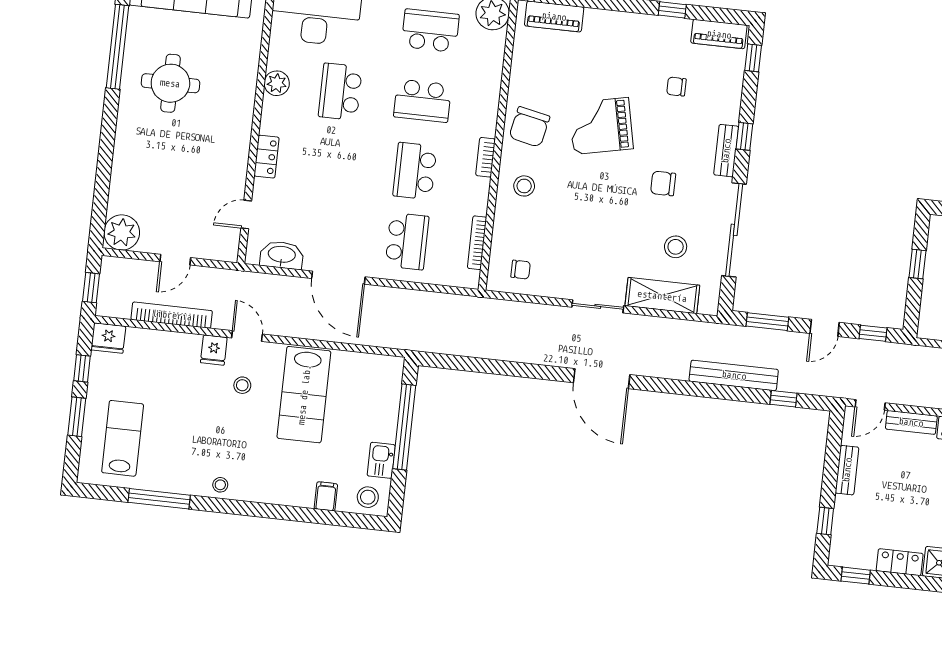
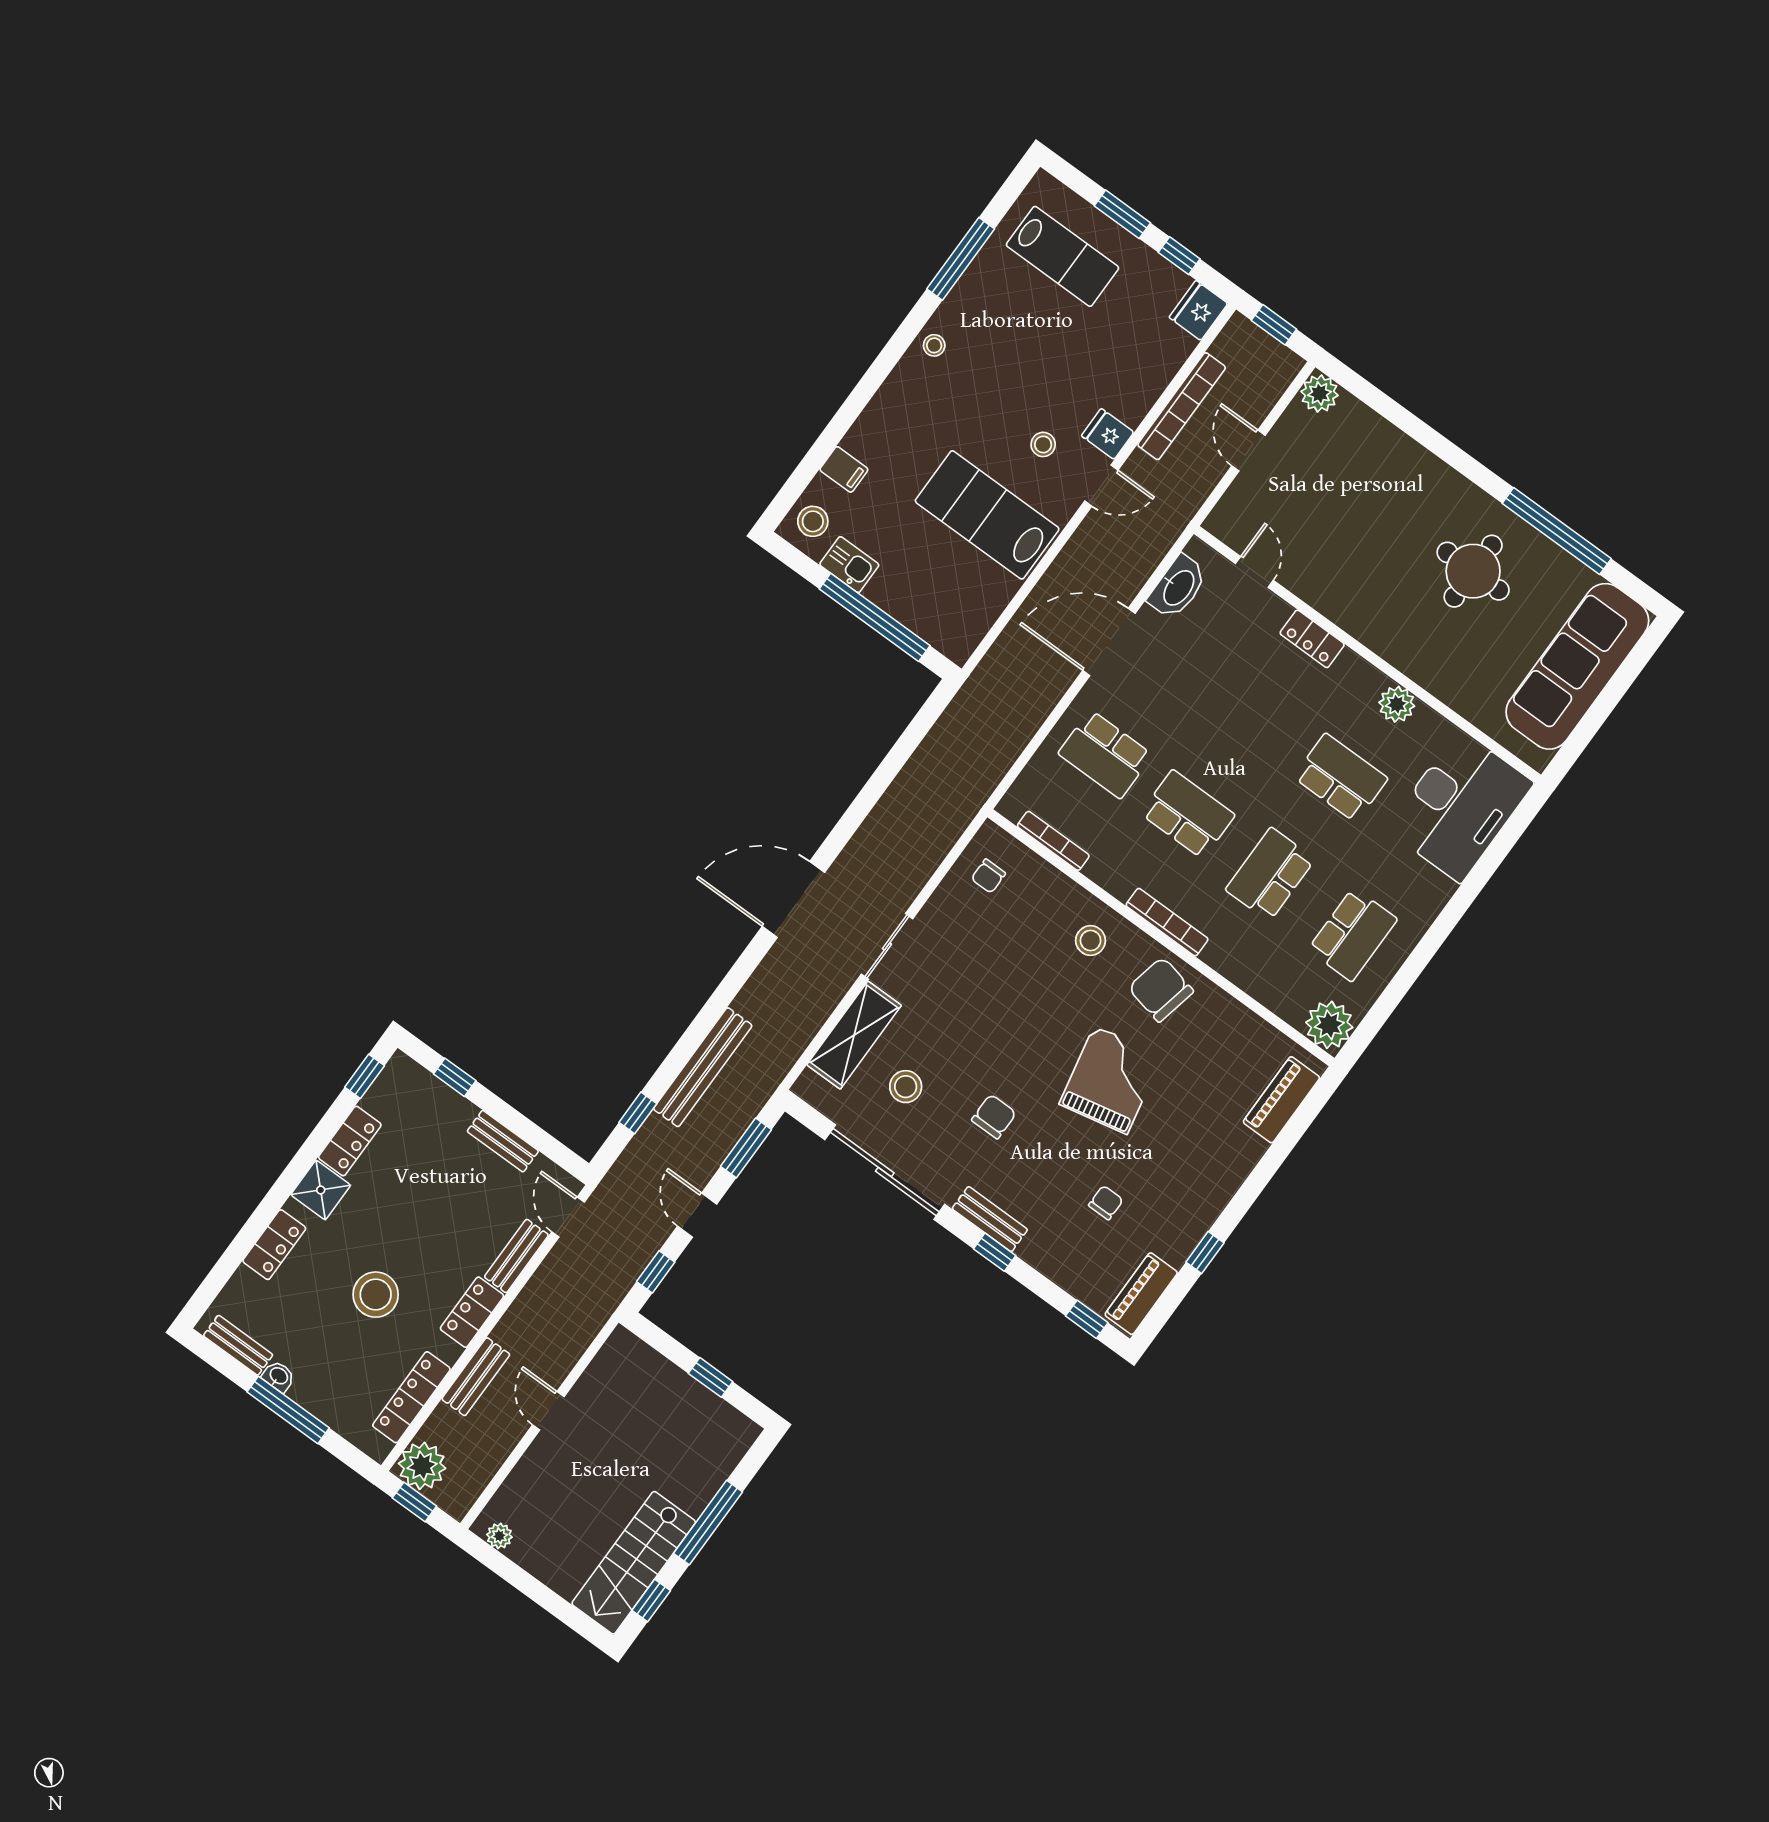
bookcase: (486, 157) -> (1167, 922), width x1.56
plant: (122, 232) -> (1320, 393), width x0.73, depth x0.73

